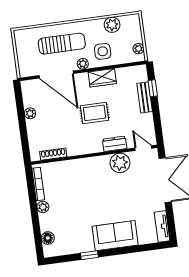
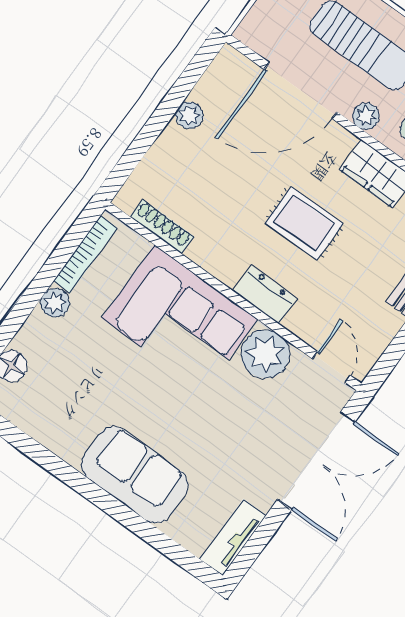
door: (56, 75) -> (301, 91), hinge flipped
dresser: (115, 144) -> (265, 295), moved
corner sofa: (84, 177) -> (179, 319), added
window: (89, 255) -> (56, 466), removed

